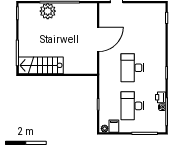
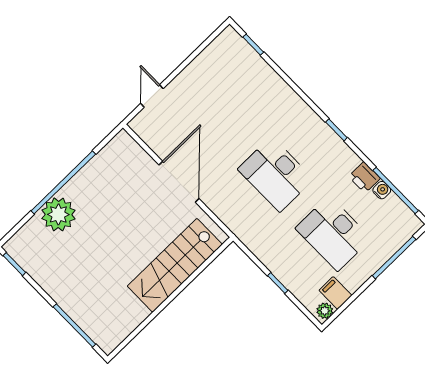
stairs: (41, 65) -> (175, 265), moved

